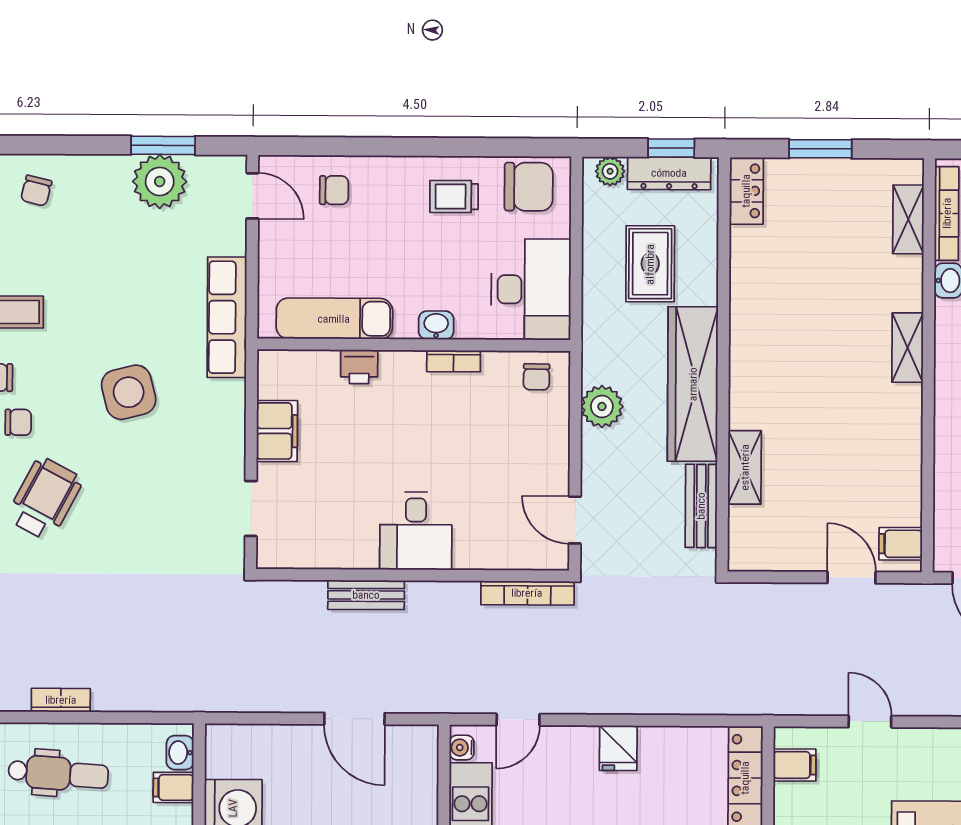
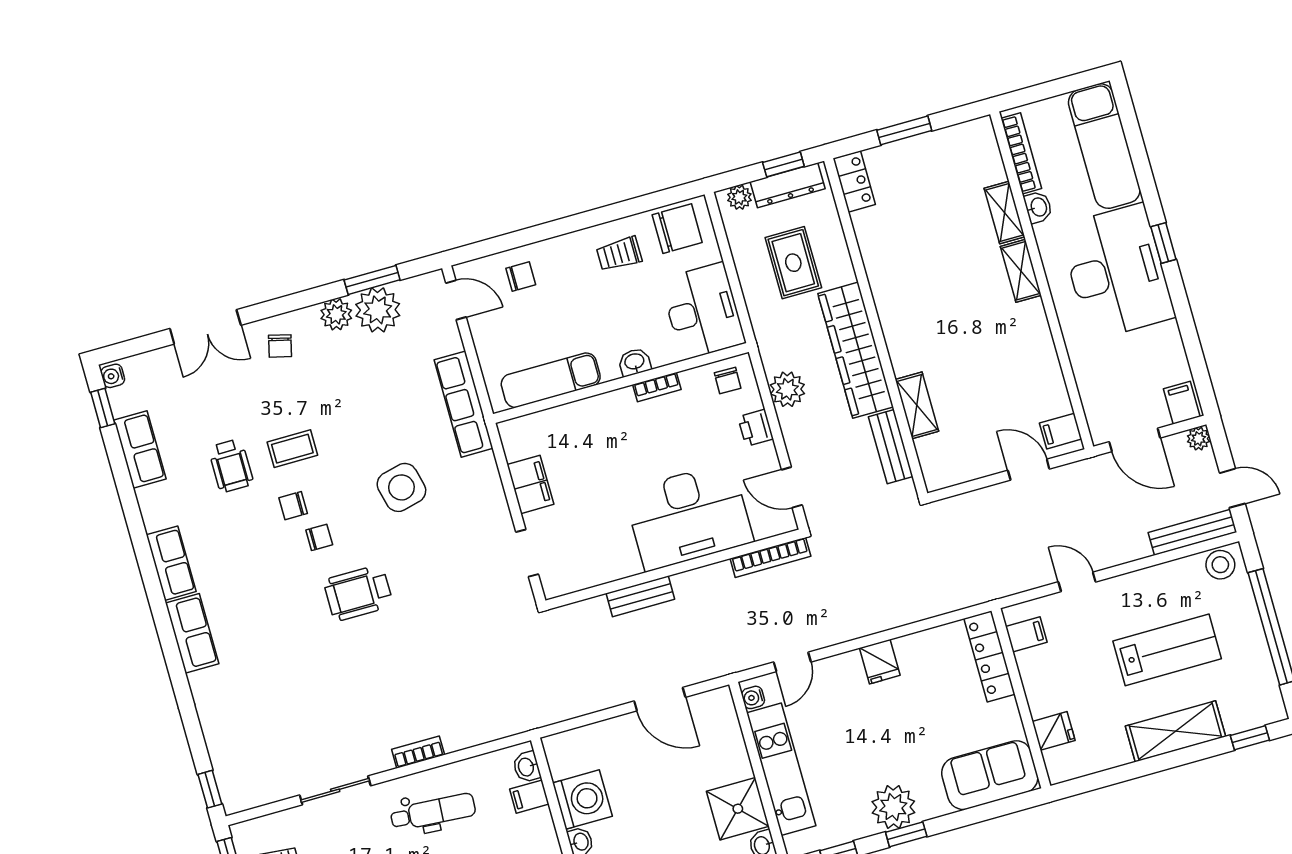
plant: (111, 173) -> (336, 314), added
shelving: (908, 219) -> (1004, 213), moved
printer: (359, 367) -> (756, 428), moved, turned 90
wheelchair: (45, 499) -> (358, 593), turned -118
desk: (416, 531) -> (689, 516), width x1.87, depth x1.30

